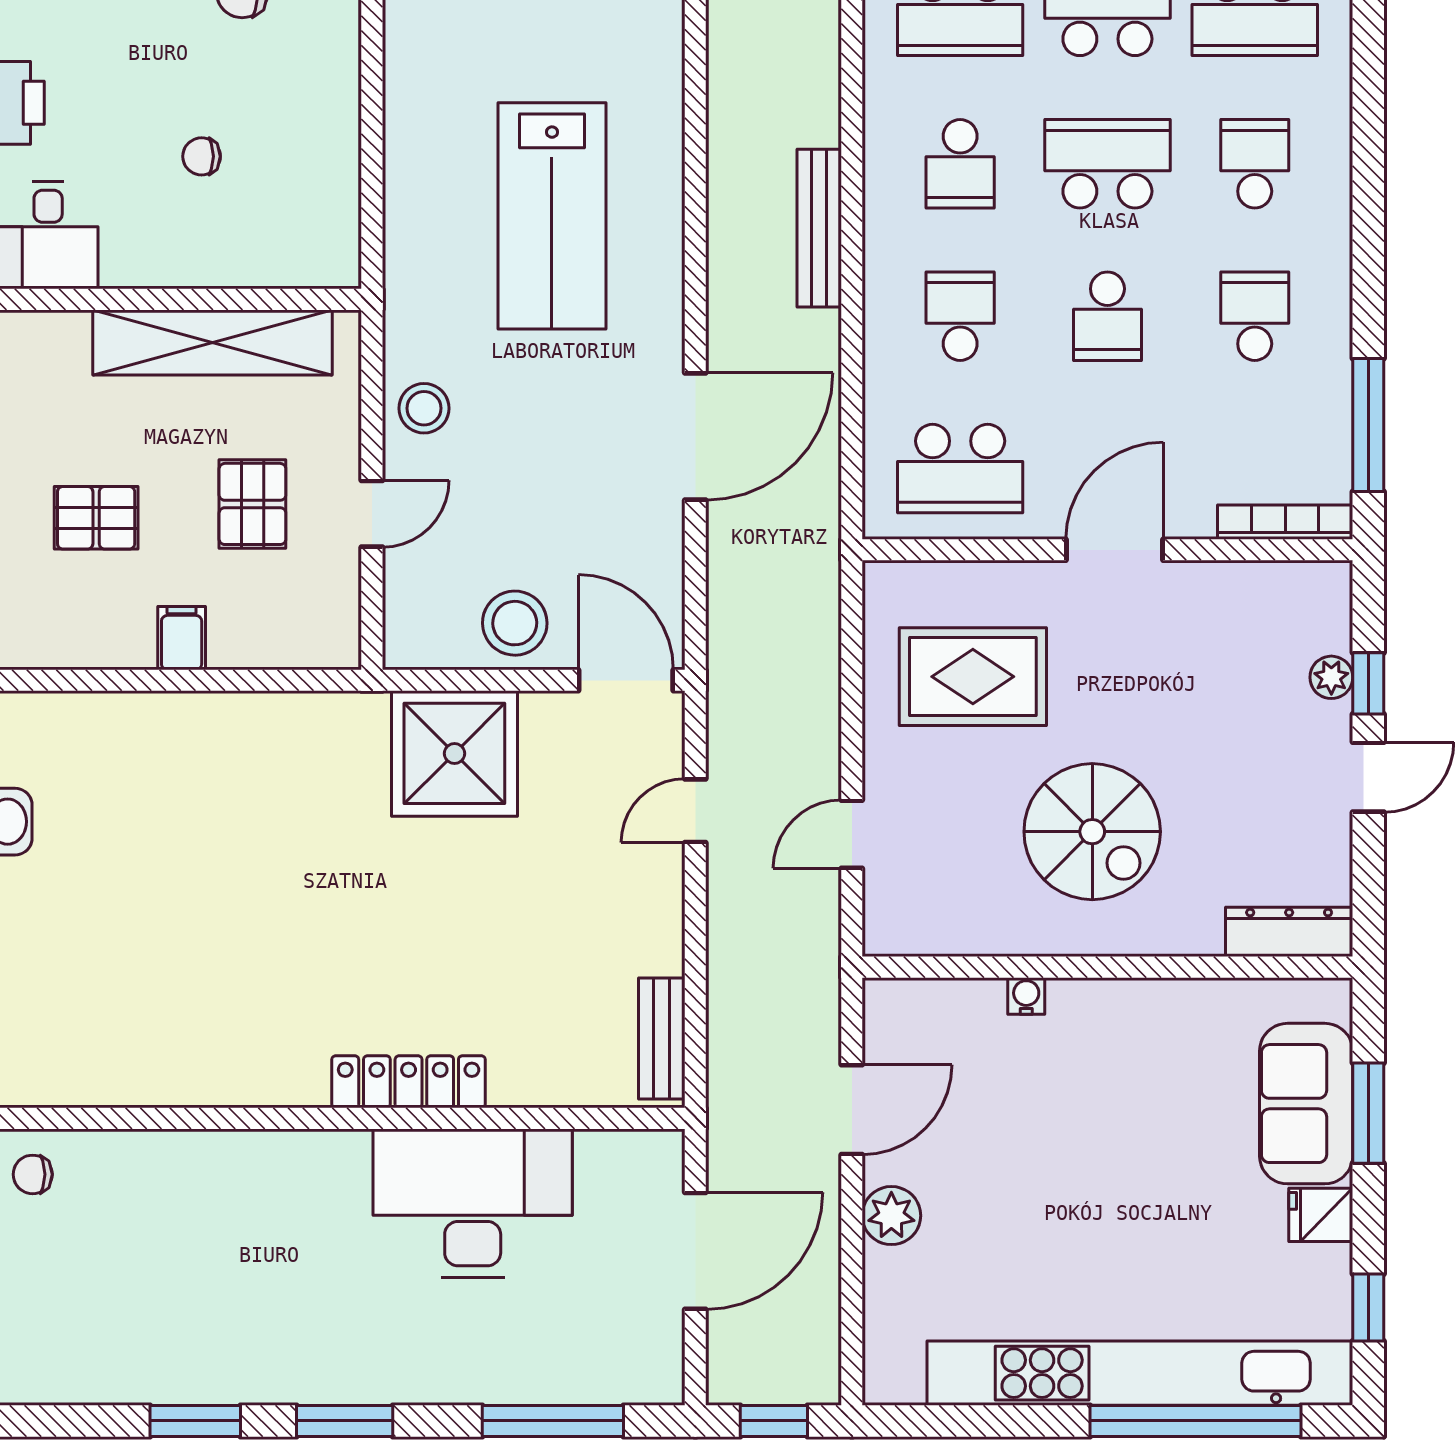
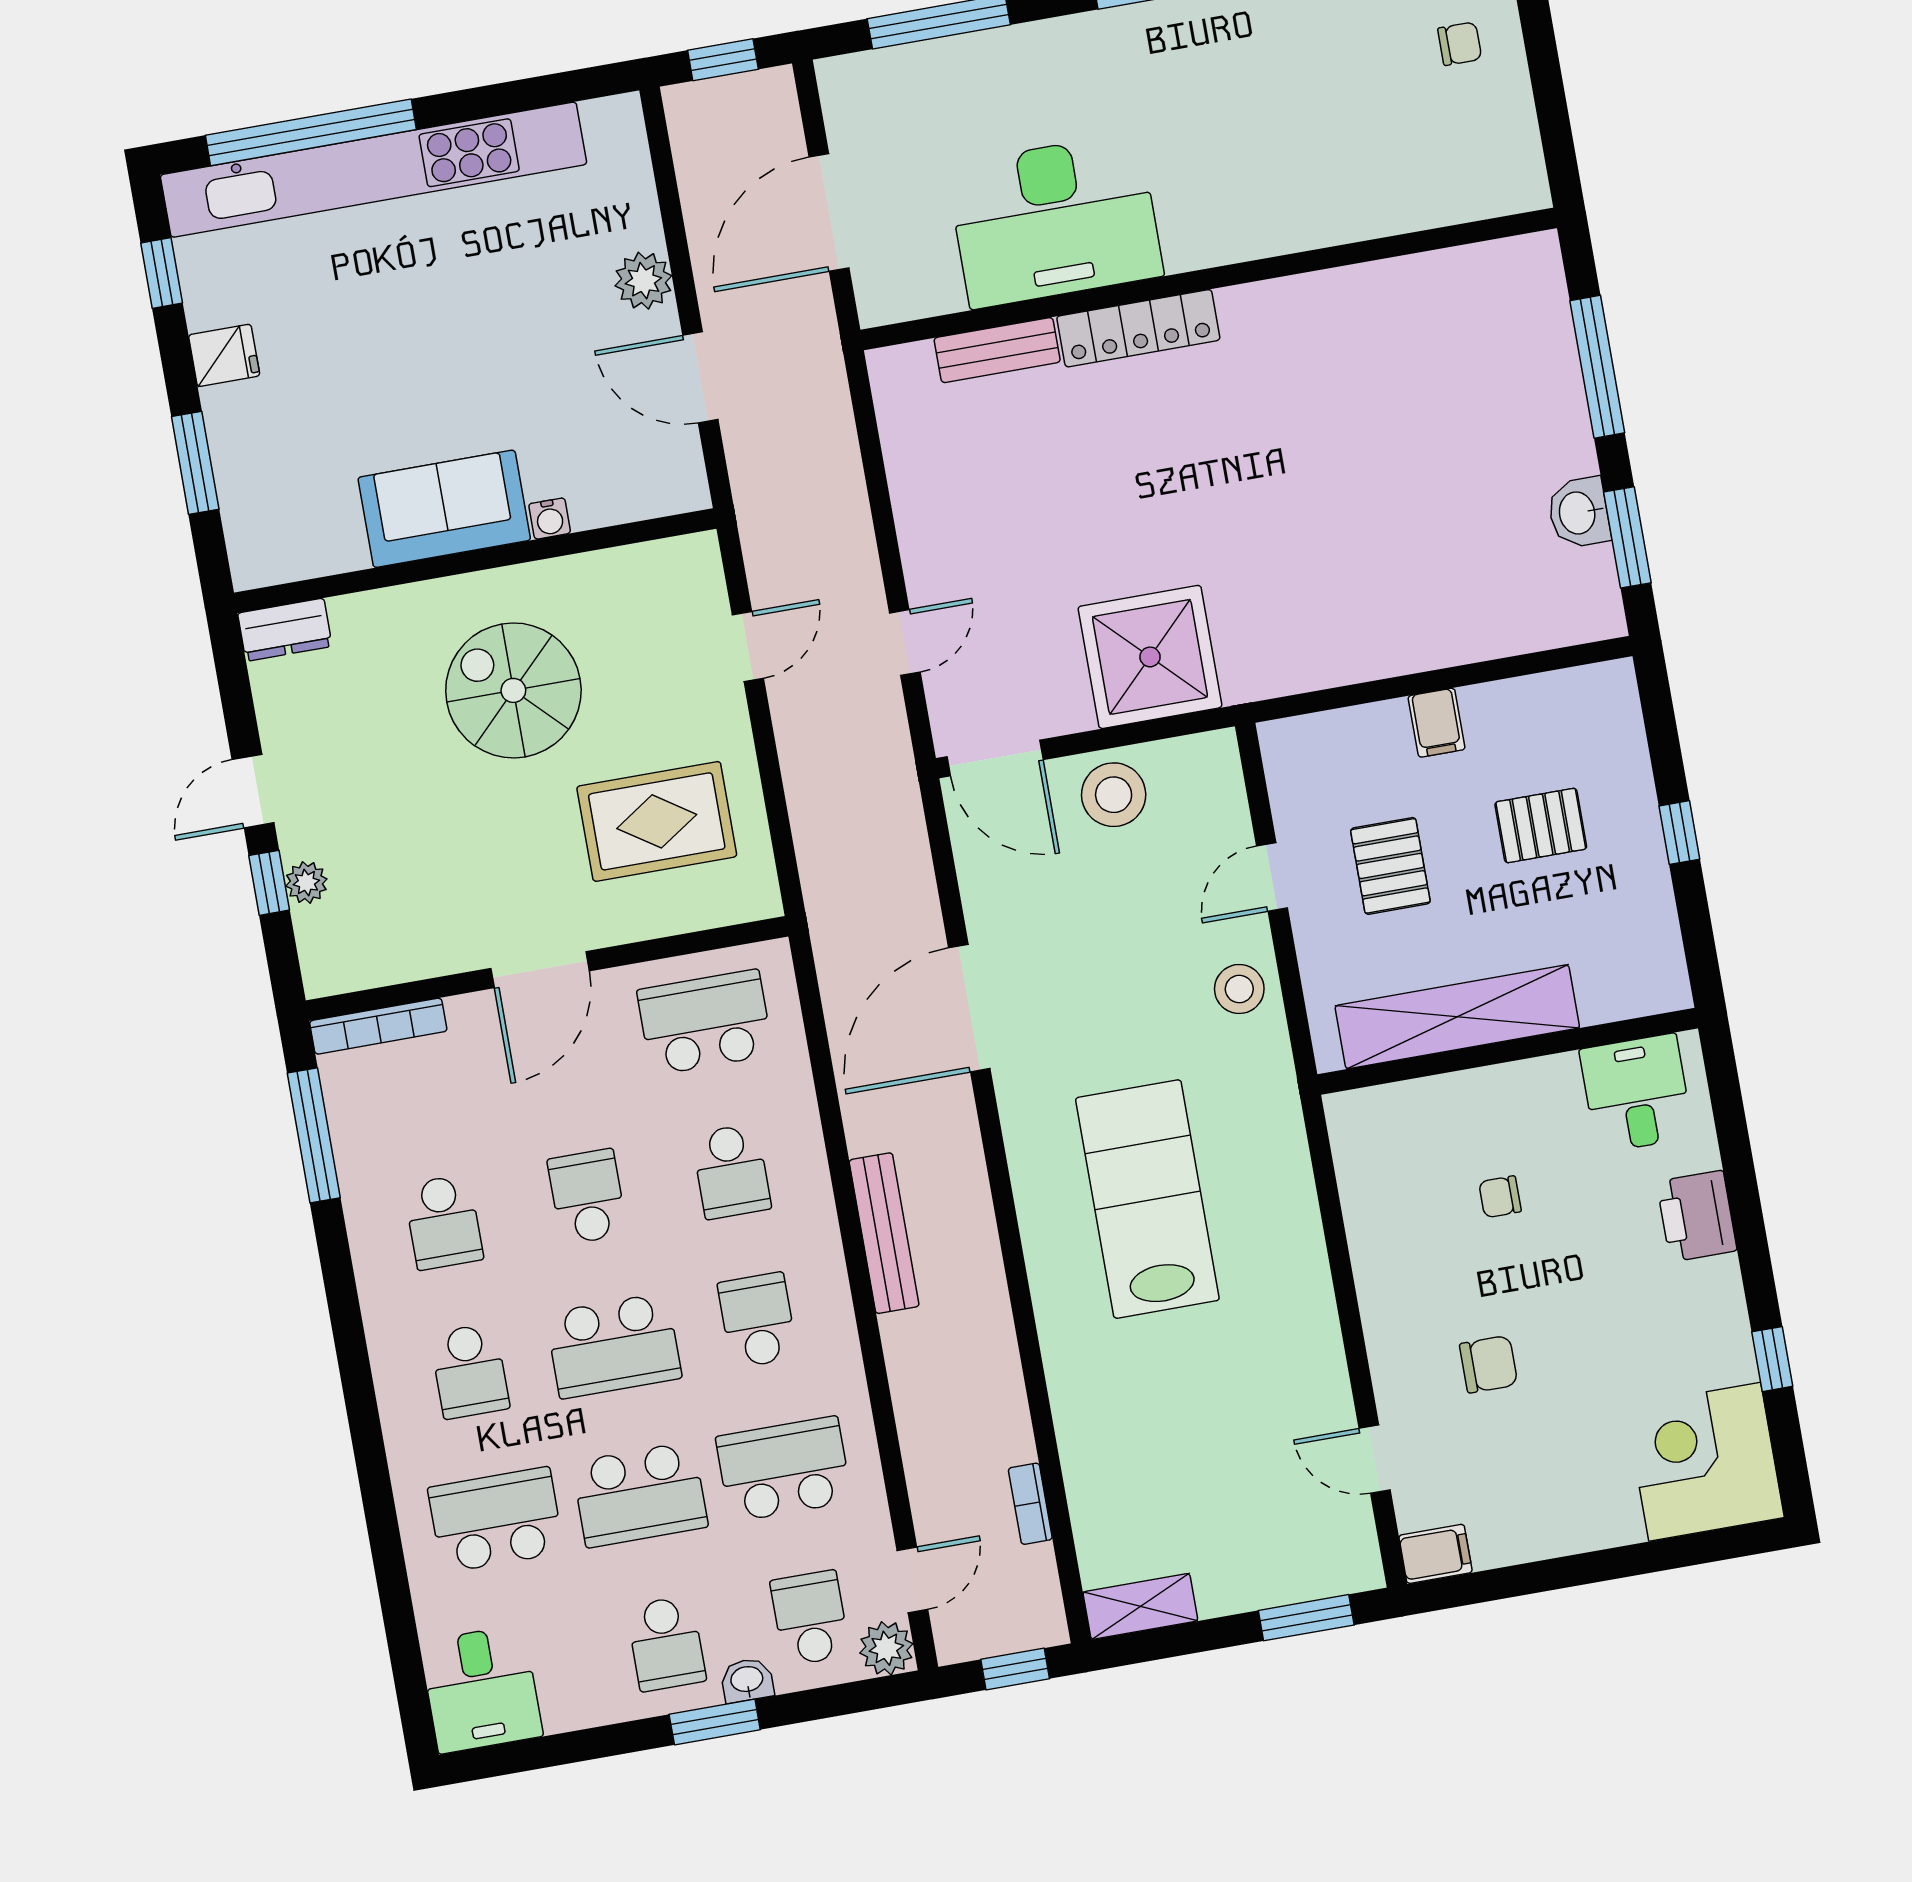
chair: (202, 156) -> (1500, 1197), turned 180
dresser: (1289, 932) -> (285, 630), width x0.70
bench: (662, 1039) -> (997, 350), moved, turned 90
sofa: (1306, 1104) -> (444, 509), moved, turned -90
door: (852, 1110) -> (700, 377), hinge flipped
chair: (33, 1174) -> (1460, 44), moved

